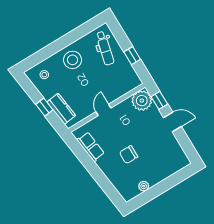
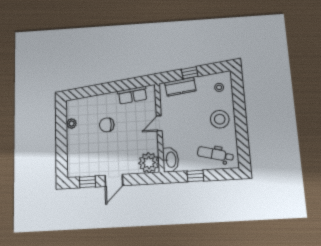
washbasin: (130, 84) -> (171, 160), added
window: (159, 100) -> (87, 182), moved
door: (103, 110) -> (159, 123), swing flipped
chair: (129, 155) -> (107, 125), turned -90

